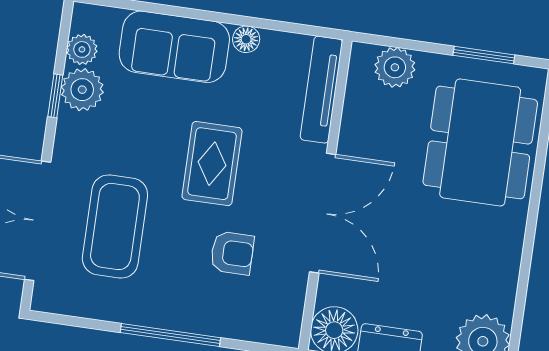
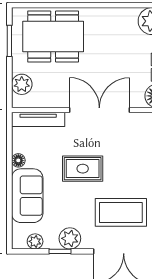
plant: (82, 90) -> (70, 238), moved
armchair: (232, 253) -> (126, 152), removed

